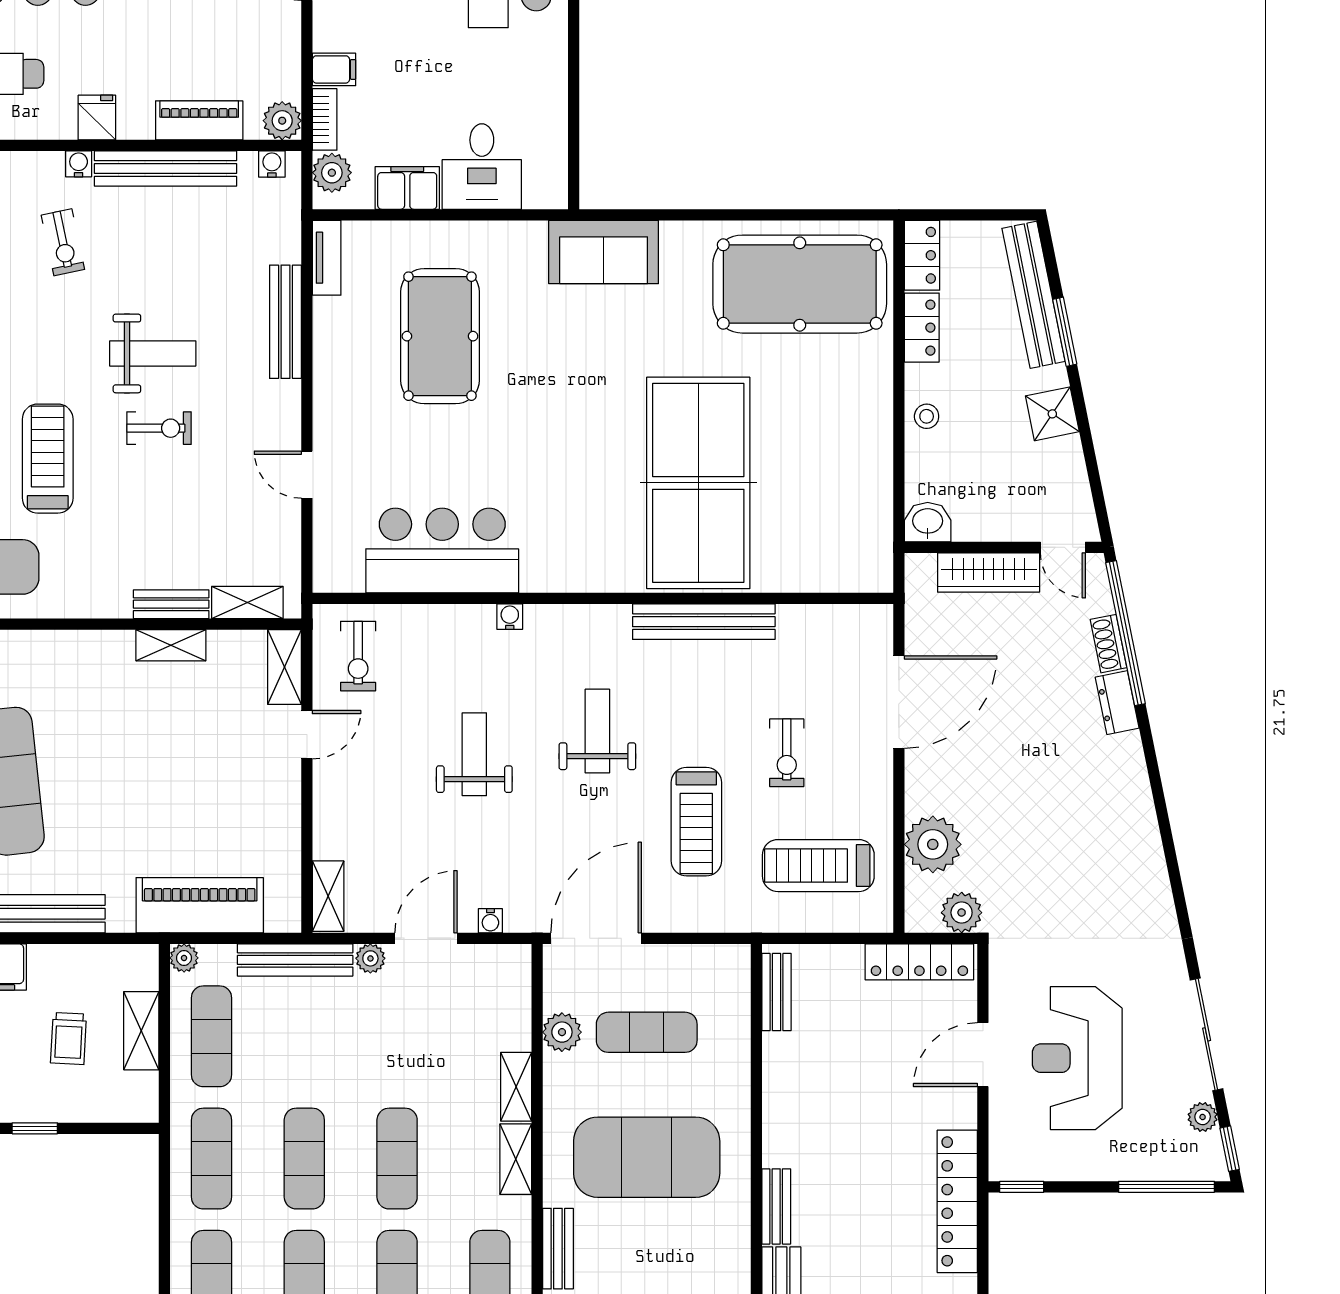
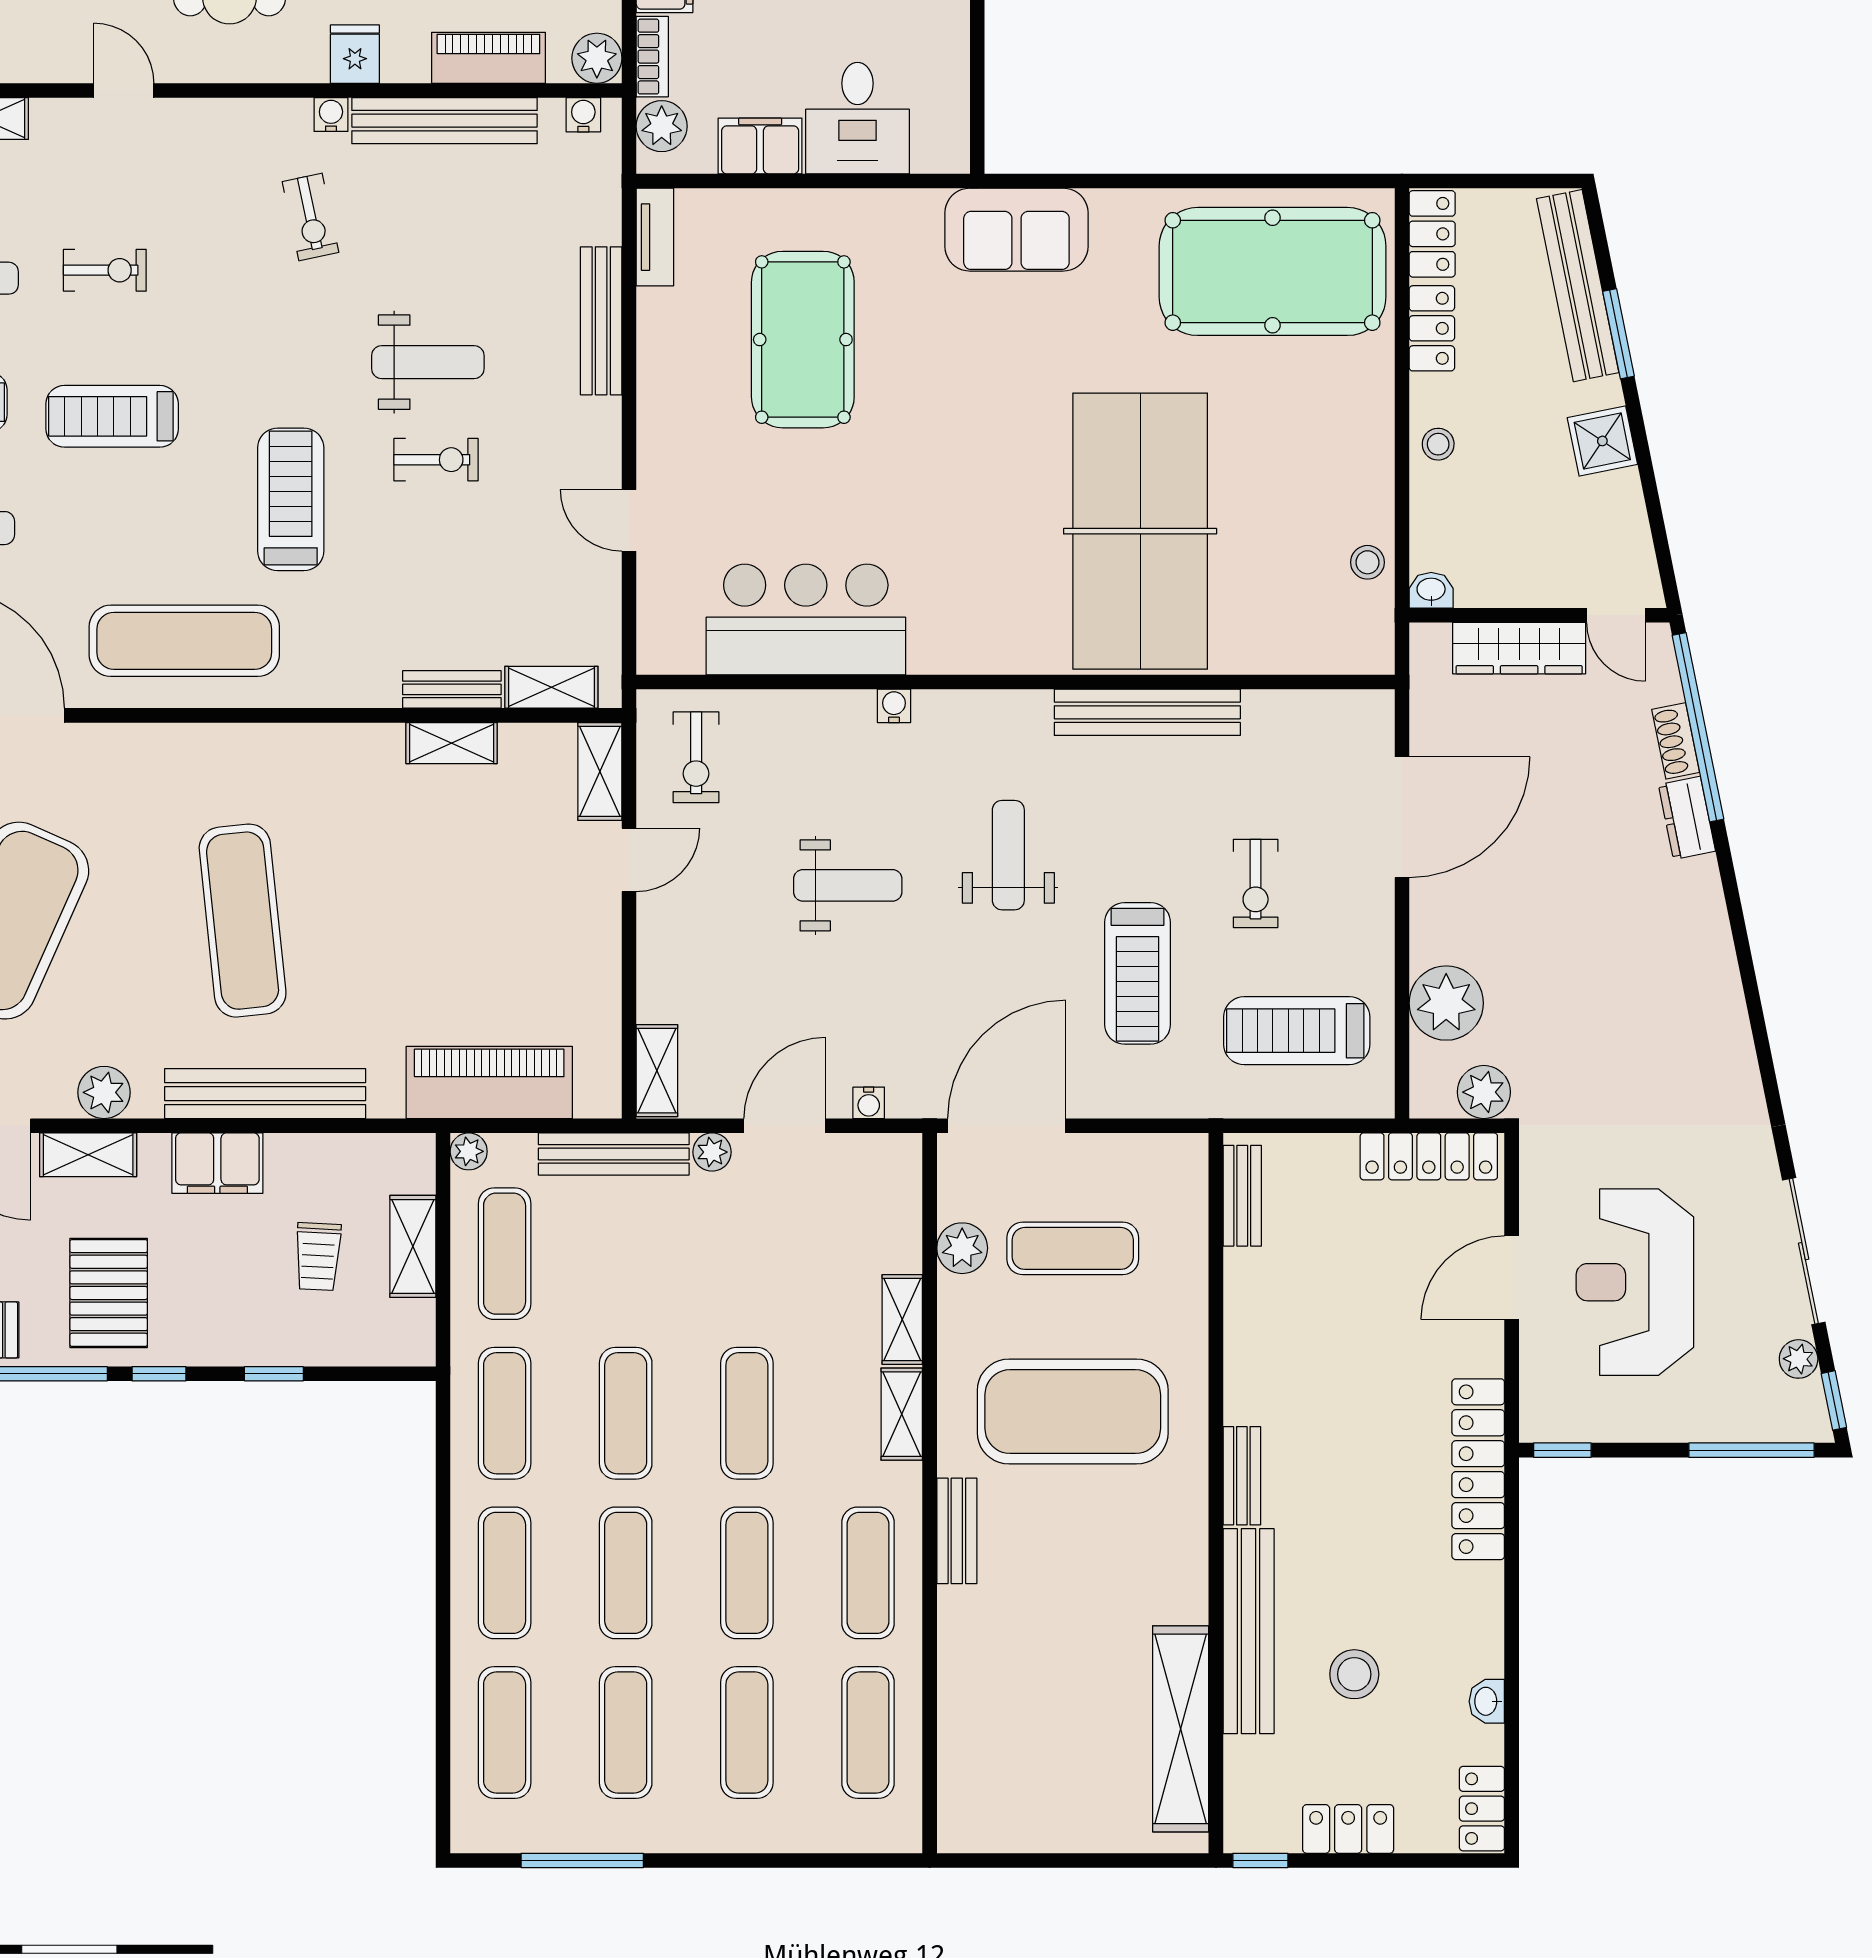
stool: (872, 507) -> (1367, 562), added
washbasin: (928, 522) -> (1431, 590), width x0.72, depth x0.69
weight bench: (474, 754) -> (848, 885), turned 90

